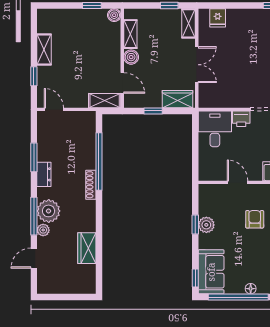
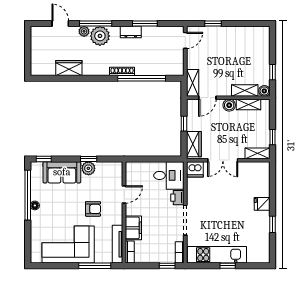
fridge: (218, 18) -> (262, 204), moved
shelving: (44, 49) -> (245, 91), moved
dishwasher: (208, 98) -> (195, 169), added
sofa: (211, 272) -> (62, 172), moved

